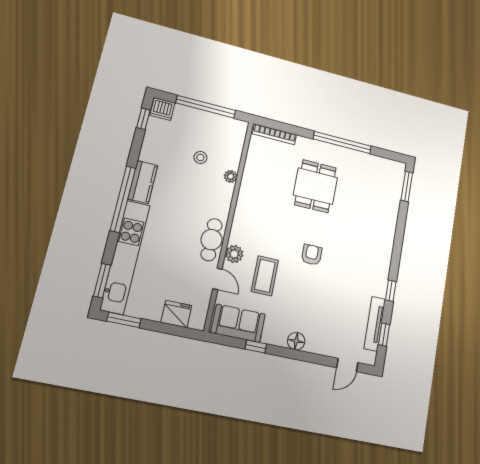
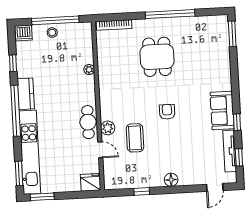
window: (143, 119) -> (13, 63), moved
stool: (200, 157) -> (52, 33), moved
fridge: (176, 314) -> (91, 182), moved
sofa: (238, 323) -> (222, 111), moved, turned -90

